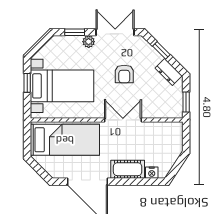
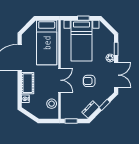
stool: (159, 132) -> (52, 104), added

